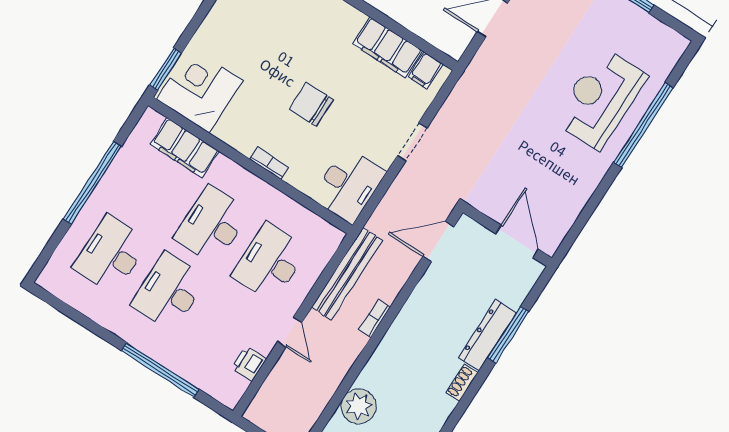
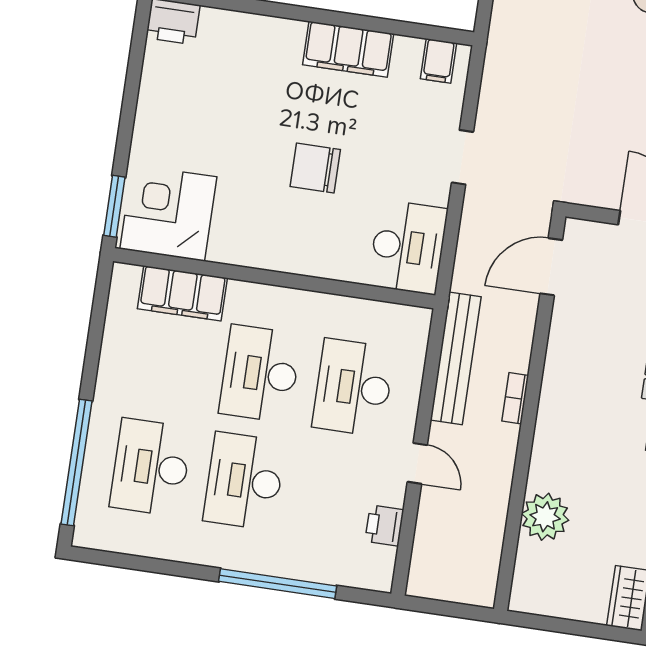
filing cabinet: (387, 47) -> (348, 49), moved
bookcase: (269, 163) -> (296, 265), removed
window: (92, 183) -> (76, 462), moved

